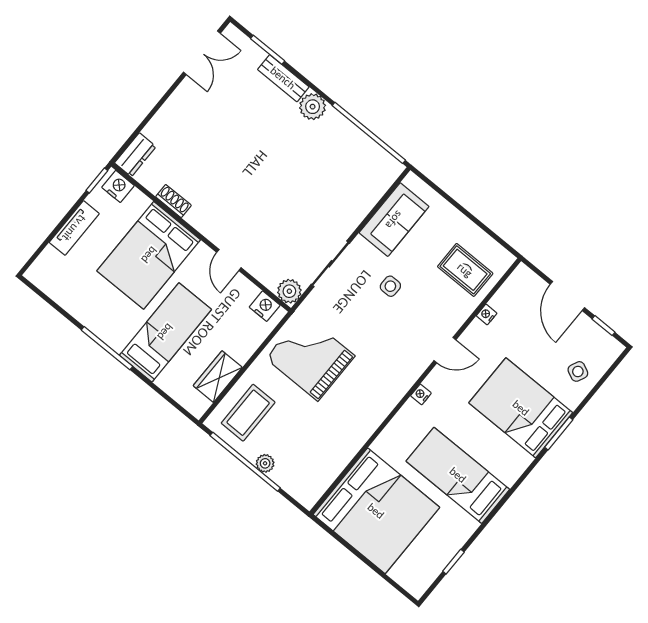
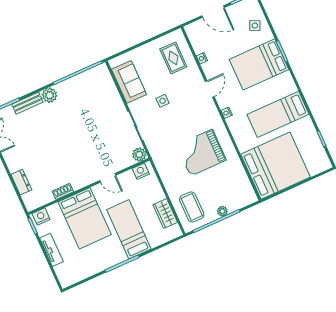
dresser: (135, 155) -> (21, 182), moved
rug: (465, 270) -> (173, 58), turned 90
grand piano: (310, 357) -> (201, 153), moved

